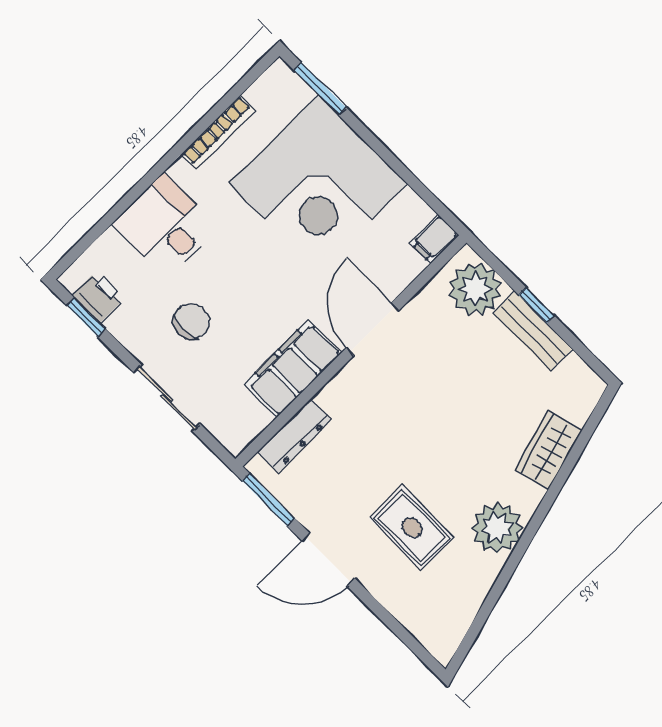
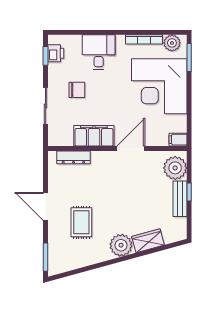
plant: (269, 93) -> (172, 43), added
window: (268, 500) -> (46, 257), moved
plant: (497, 528) -> (121, 245), moved

